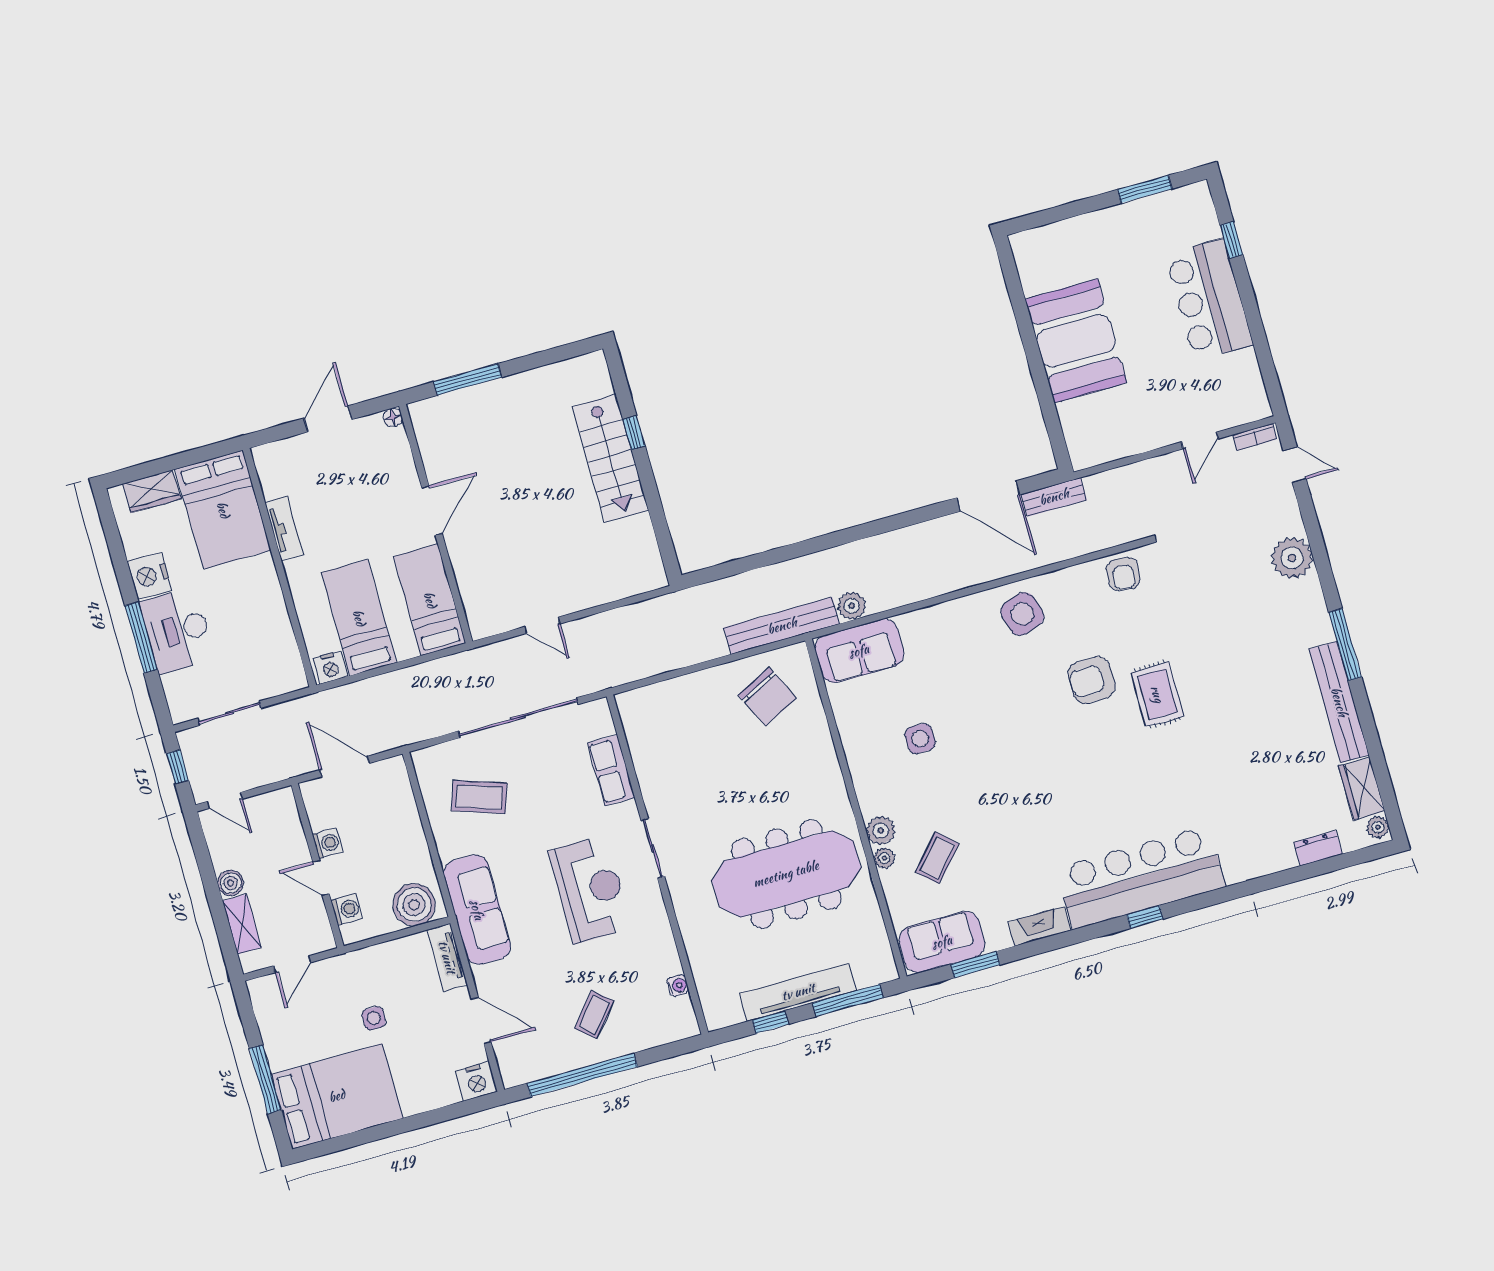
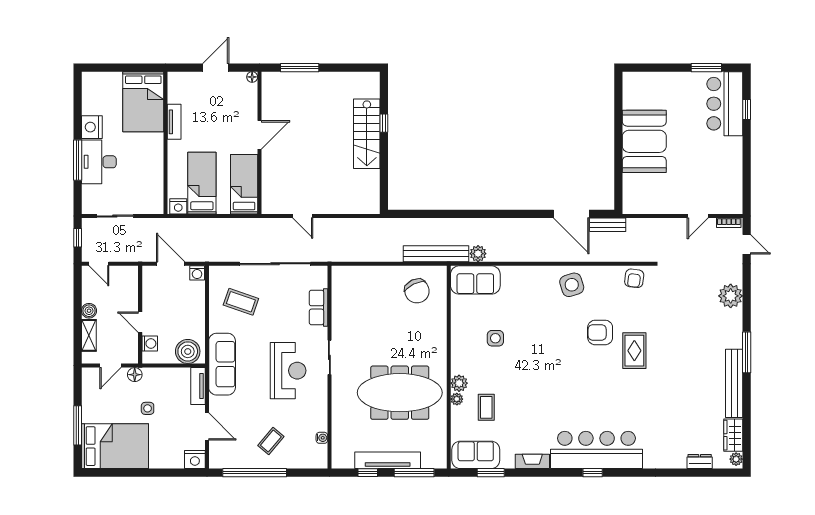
bar counter: (1209, 300) -> (725, 104), moved
wardrobe: (152, 491) -> (107, 80), removed
washing machine: (328, 843) -> (197, 273), moved, turned 90
coffee table: (937, 858) -> (486, 407), turned -42
floor lamp: (337, 968) -> (135, 375), added

